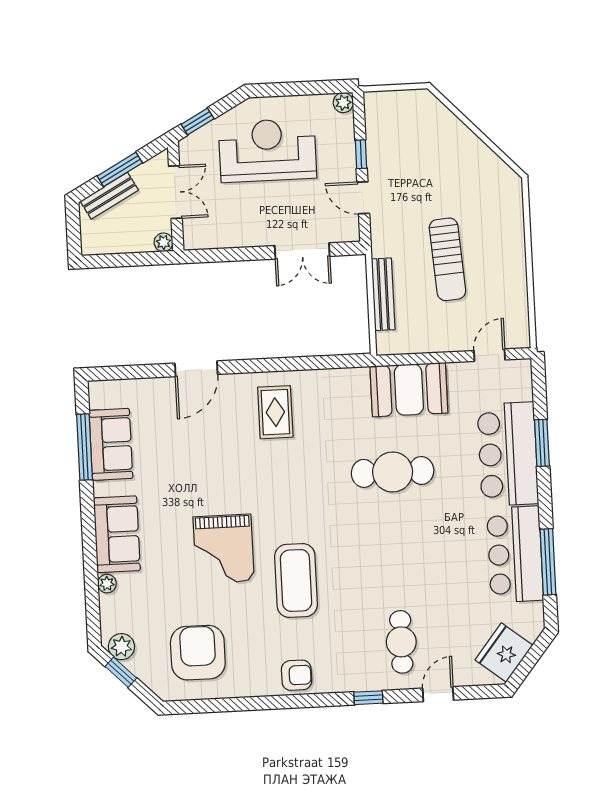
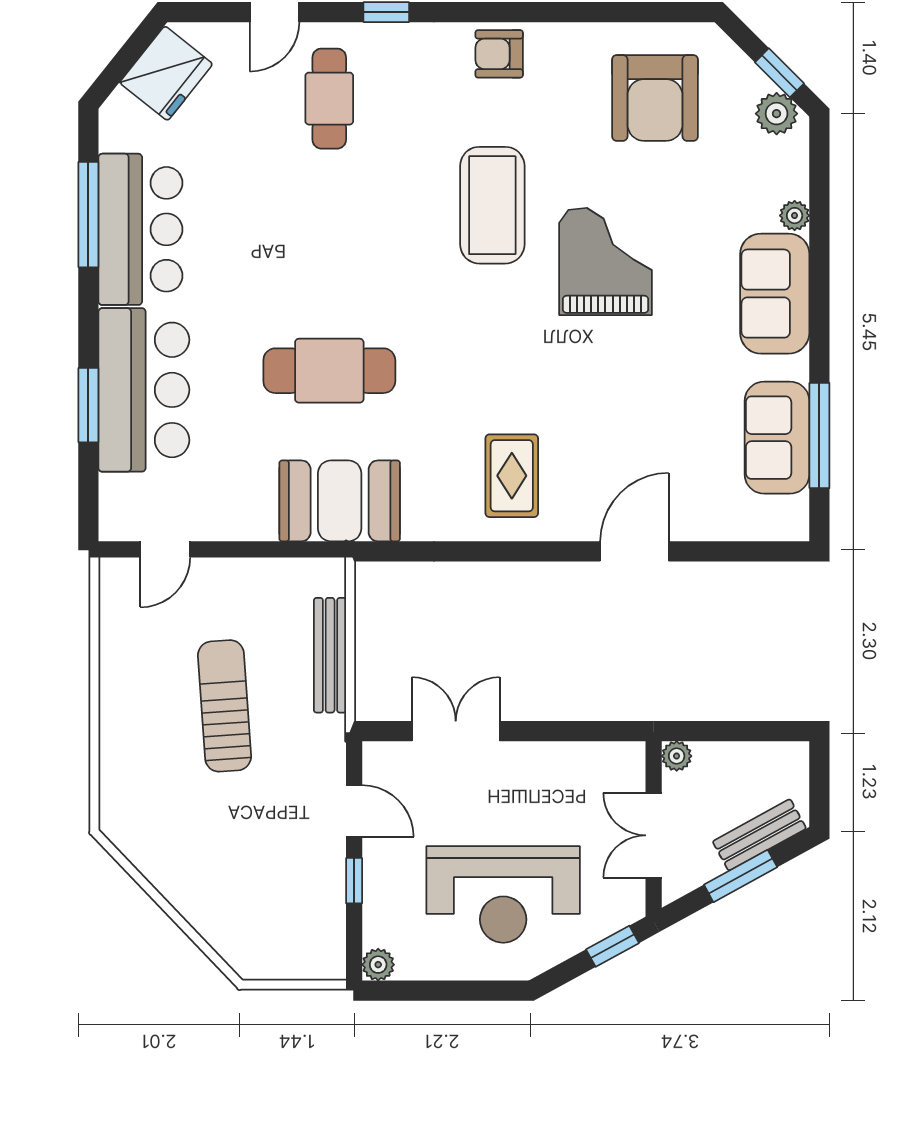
booth: (409, 390) -> (340, 501), moved

